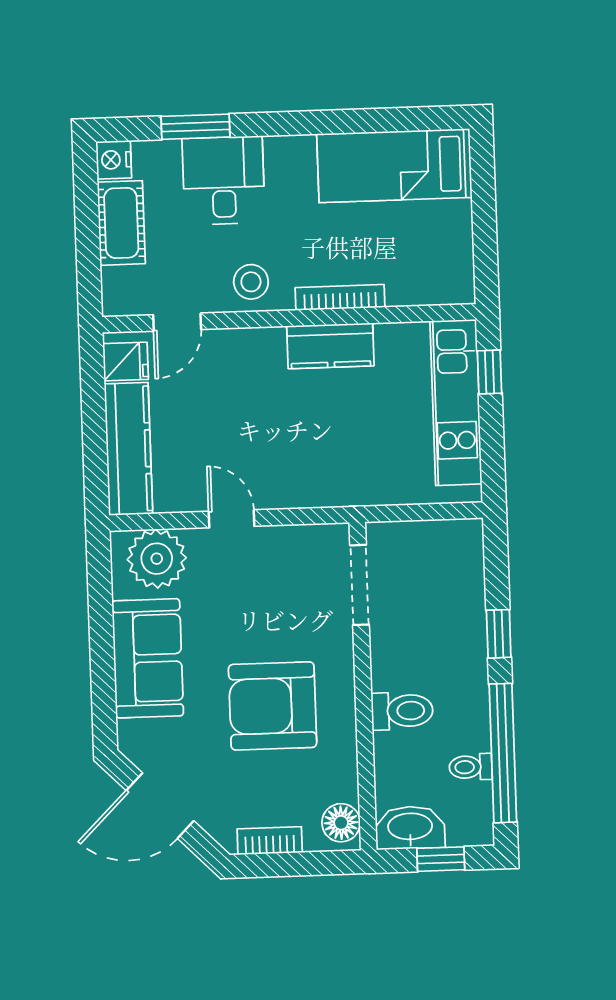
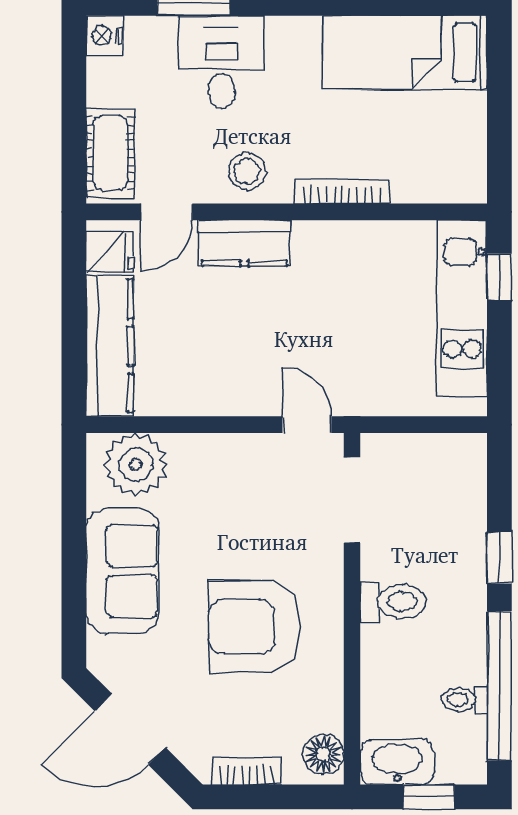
cot: (121, 223) -> (110, 153), moved
kitchen counter: (330, 346) -> (244, 243), moved
door: (231, 519) -> (307, 425), moved
toilet: (402, 711) -> (393, 602), moved

